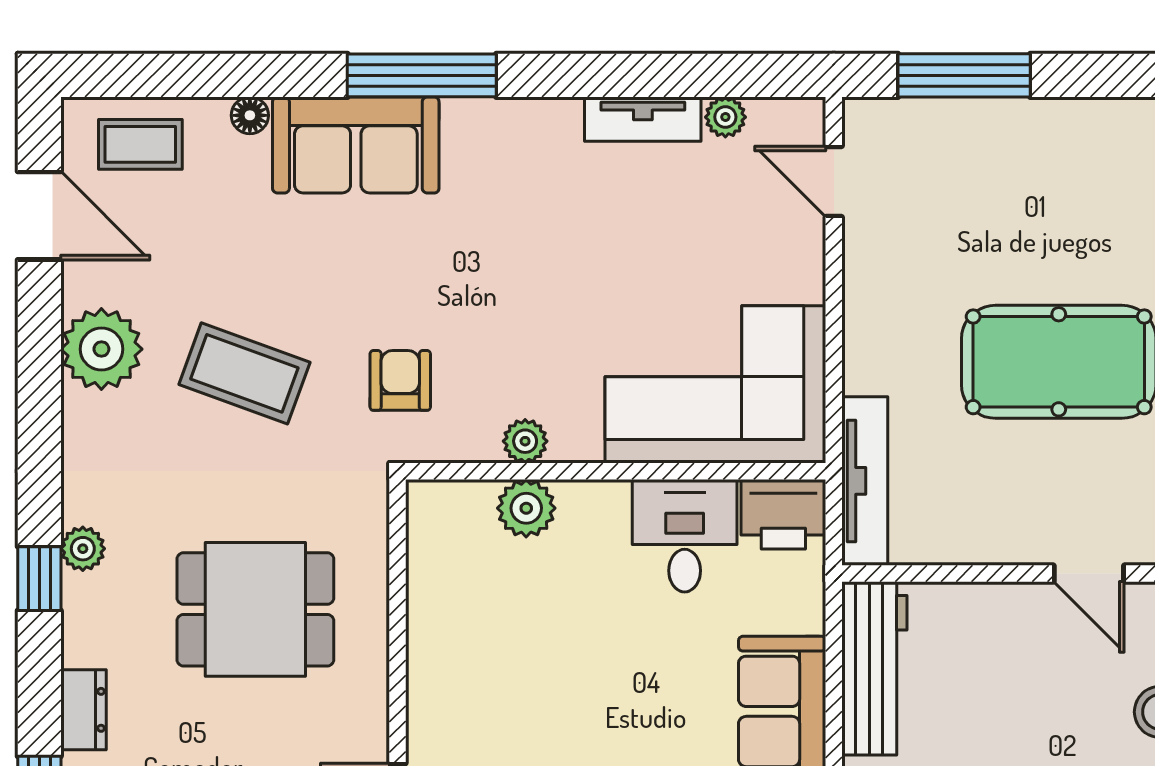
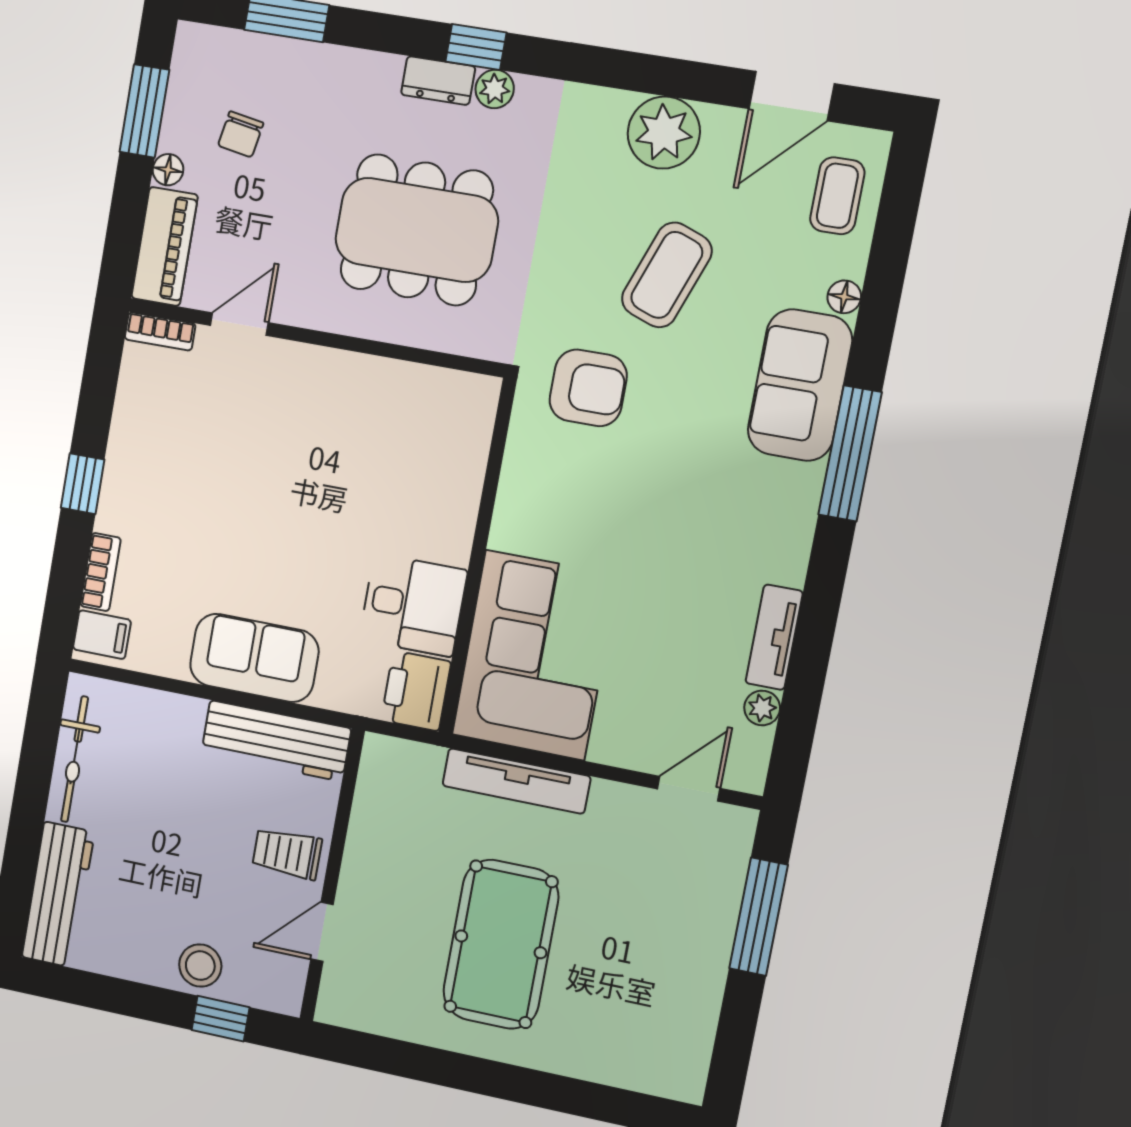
coffee table: (244, 373) -> (667, 275), moved
armchair: (400, 380) -> (588, 388), width x1.38, depth x1.38
plant: (525, 441) -> (517, 485), removed
tv unit: (865, 481) -> (516, 781), moved
plant: (526, 508) -> (460, 476), removed
dining table: (255, 609) -> (417, 230), width x1.38
trolley: (1005, 632) -> (287, 853), added
dresser: (83, 710) -> (438, 81), moved

